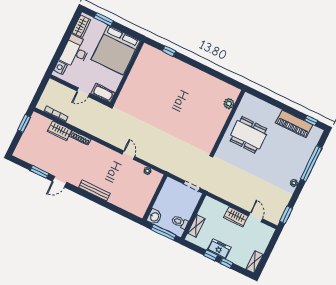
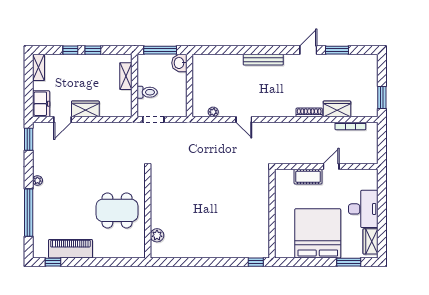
nightstand: (60, 68) -> (372, 182), removed
wall: (127, 73) -> (272, 214), moved
door: (256, 217) -> (62, 119), hinge flipped
toilet: (180, 222) -> (147, 92), moved
freezer: (219, 249) -> (41, 104), moved, turned -90

